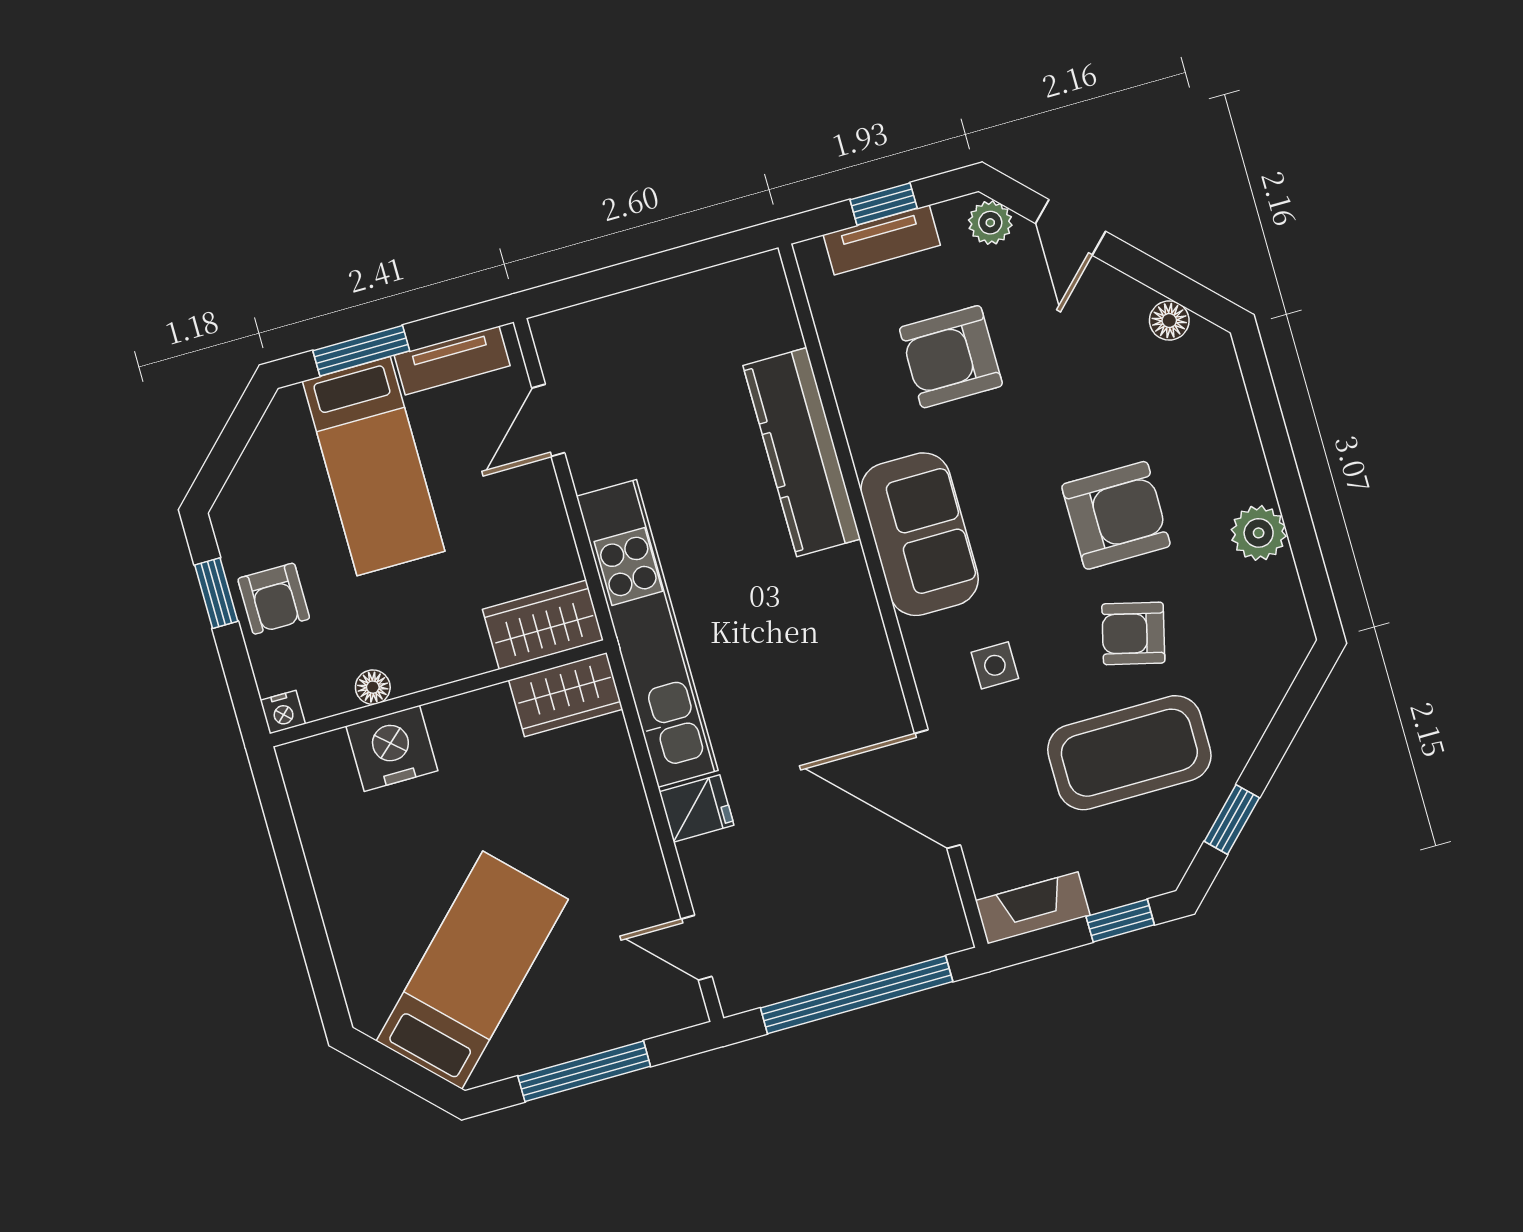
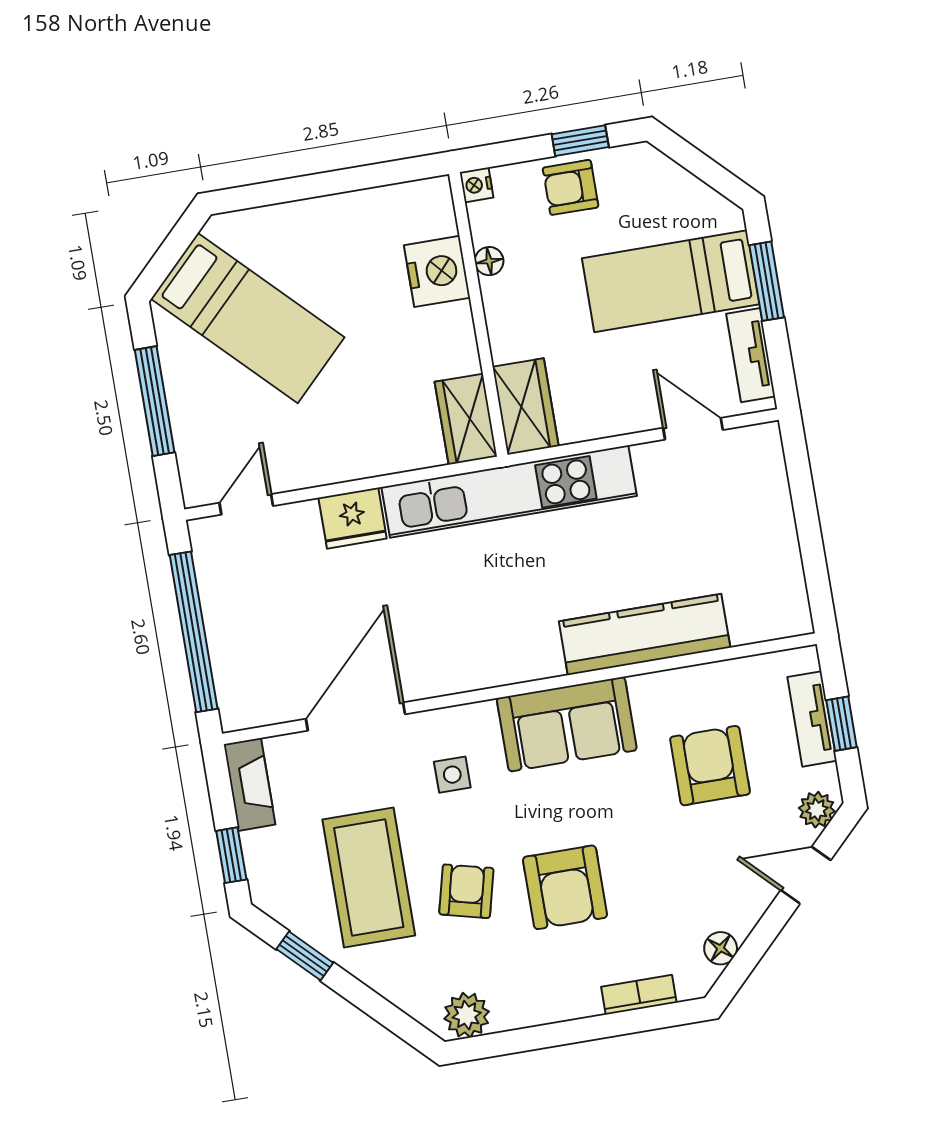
bookcase: (1236, 413) -> (639, 995), added
plant: (1259, 533) -> (467, 1015), moved
fridge: (697, 808) -> (353, 518), width x1.38

